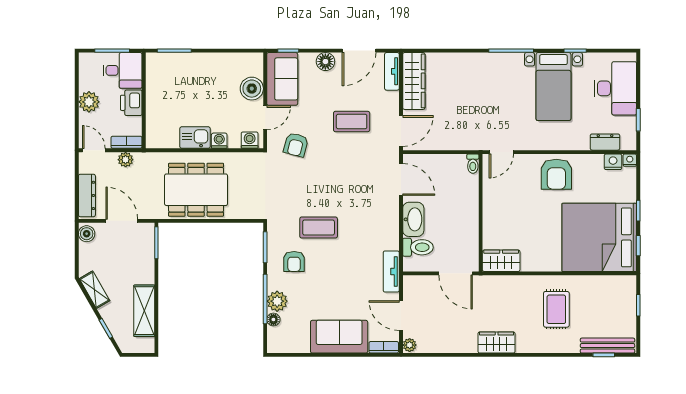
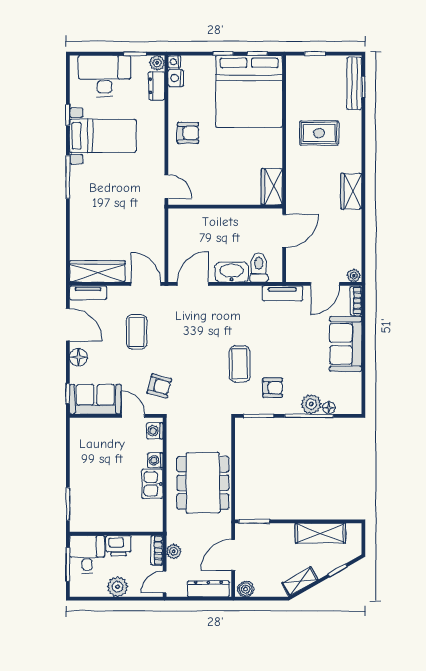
boiler: (252, 89) -> (105, 429), removed
plant: (629, 143) -> (157, 63), added
toilet: (473, 164) -> (178, 214), removed
armchair: (556, 174) -> (188, 133), width x0.72, depth x0.72

